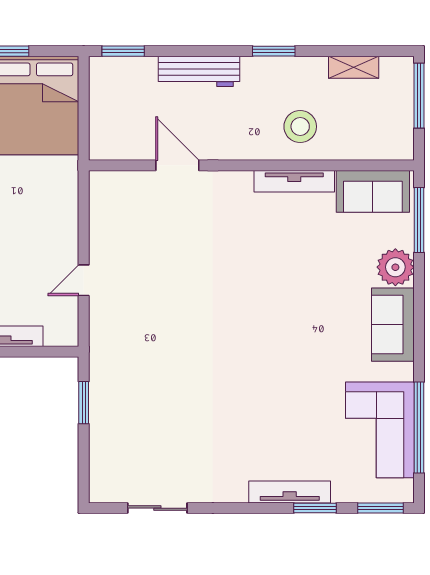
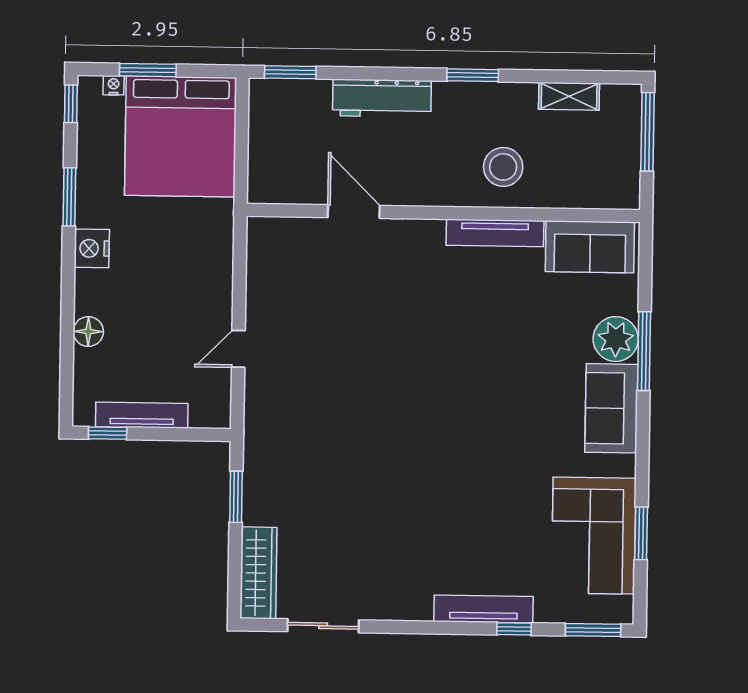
window: (419, 220) -> (644, 351), moved
window: (419, 428) -> (641, 533), width x0.47
wardrobe: (103, 465) -> (259, 573), added
window: (315, 508) -> (514, 629), width x0.67

